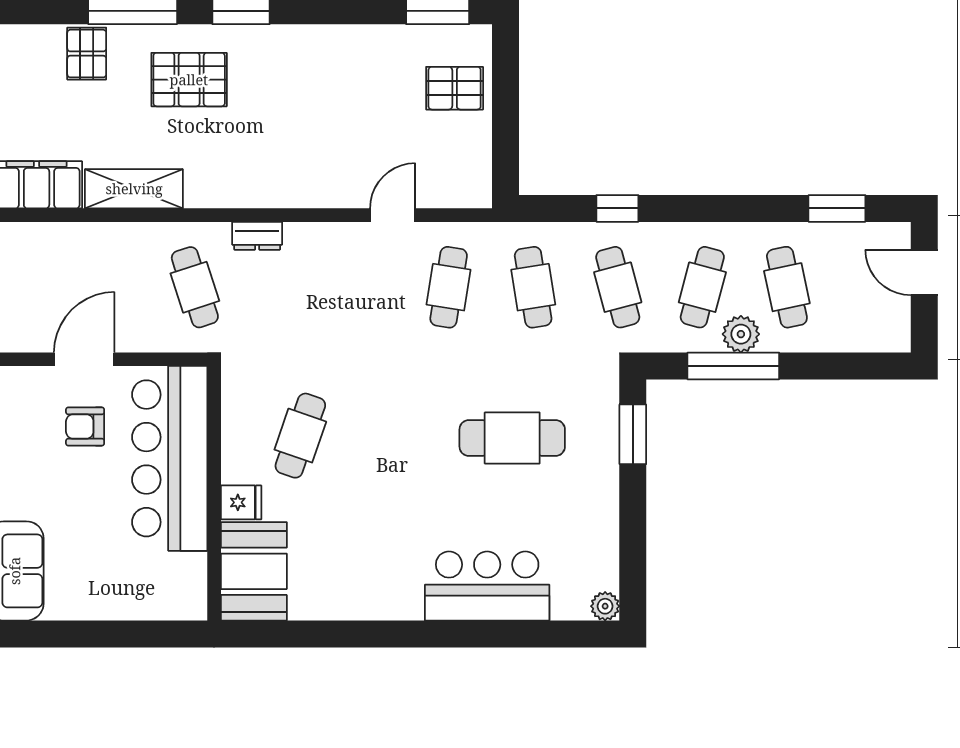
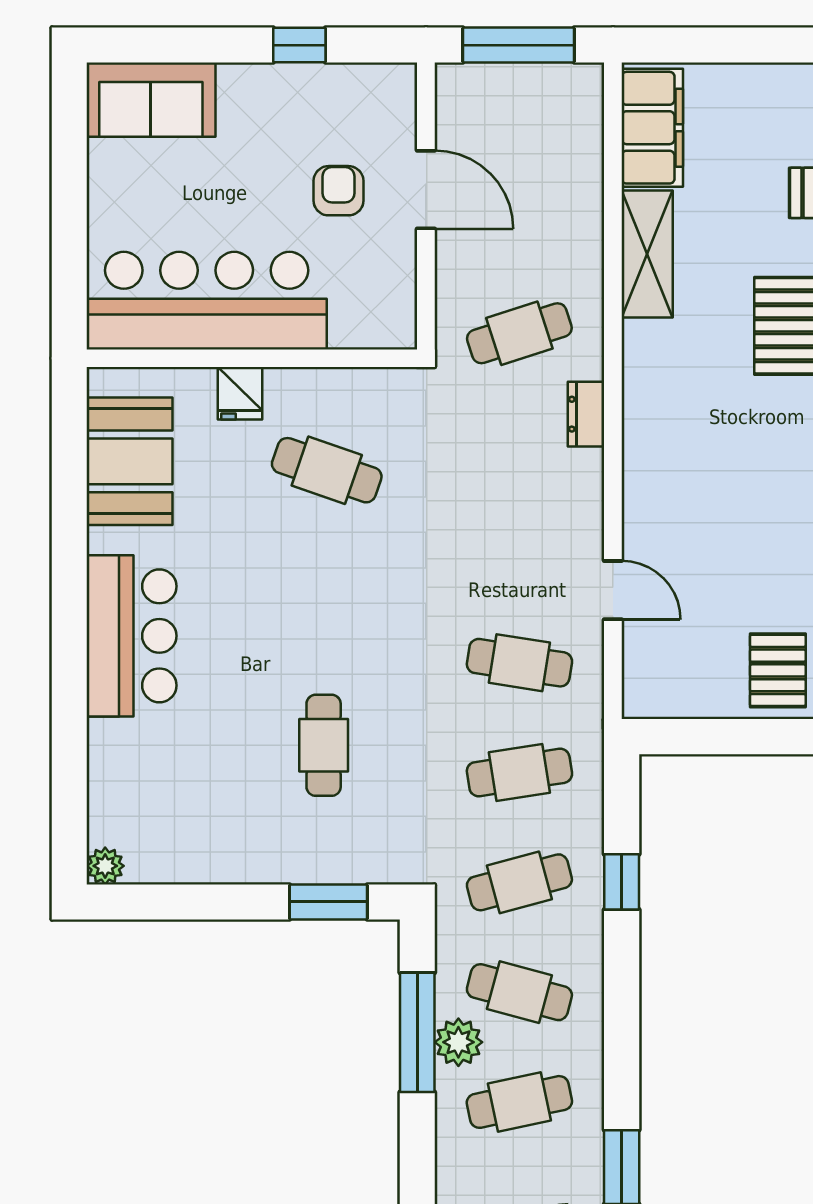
cafe table: (512, 438) -> (324, 745), width x0.73, depth x0.74
bar counter: (170, 458) -> (207, 301), moved
booth: (254, 571) -> (129, 461), moved, turned 90
bar counter: (487, 586) -> (131, 636), moved

